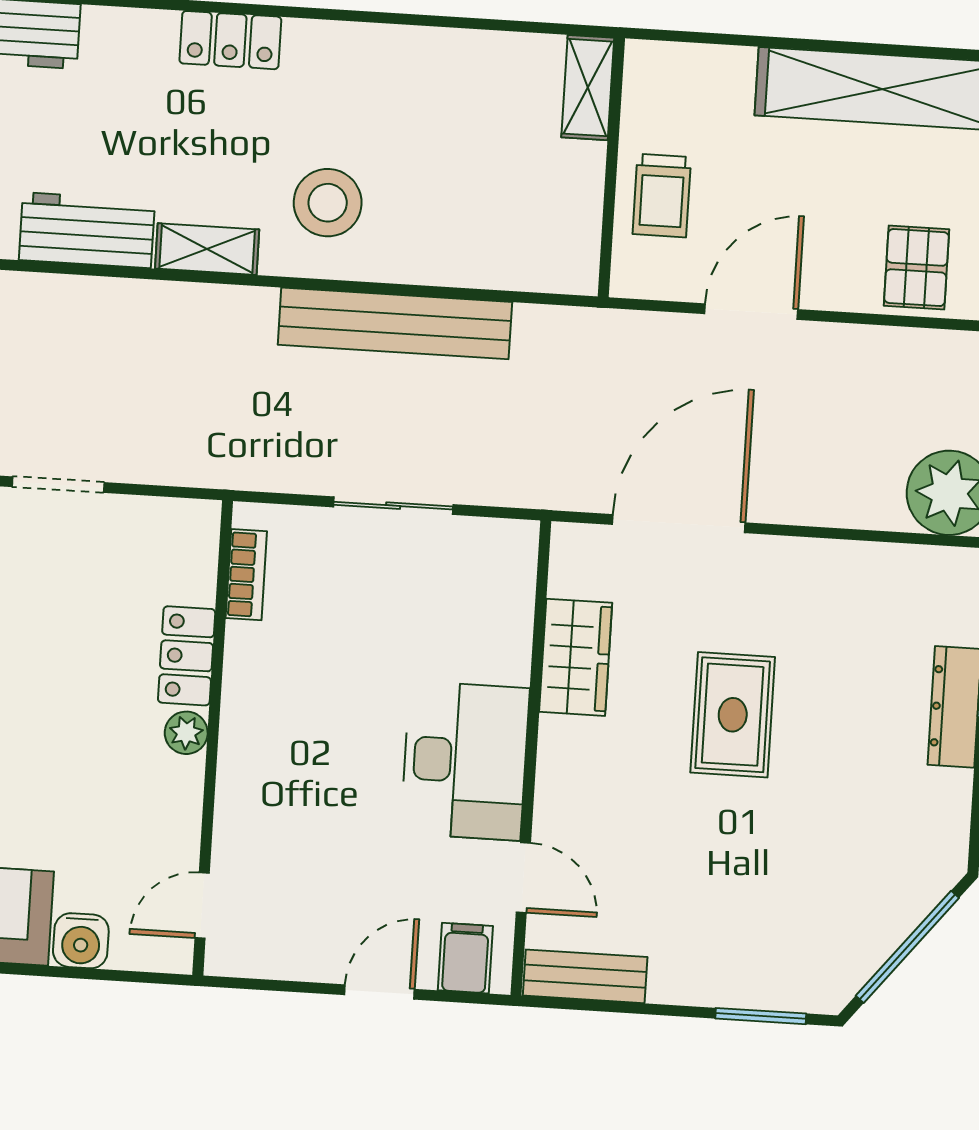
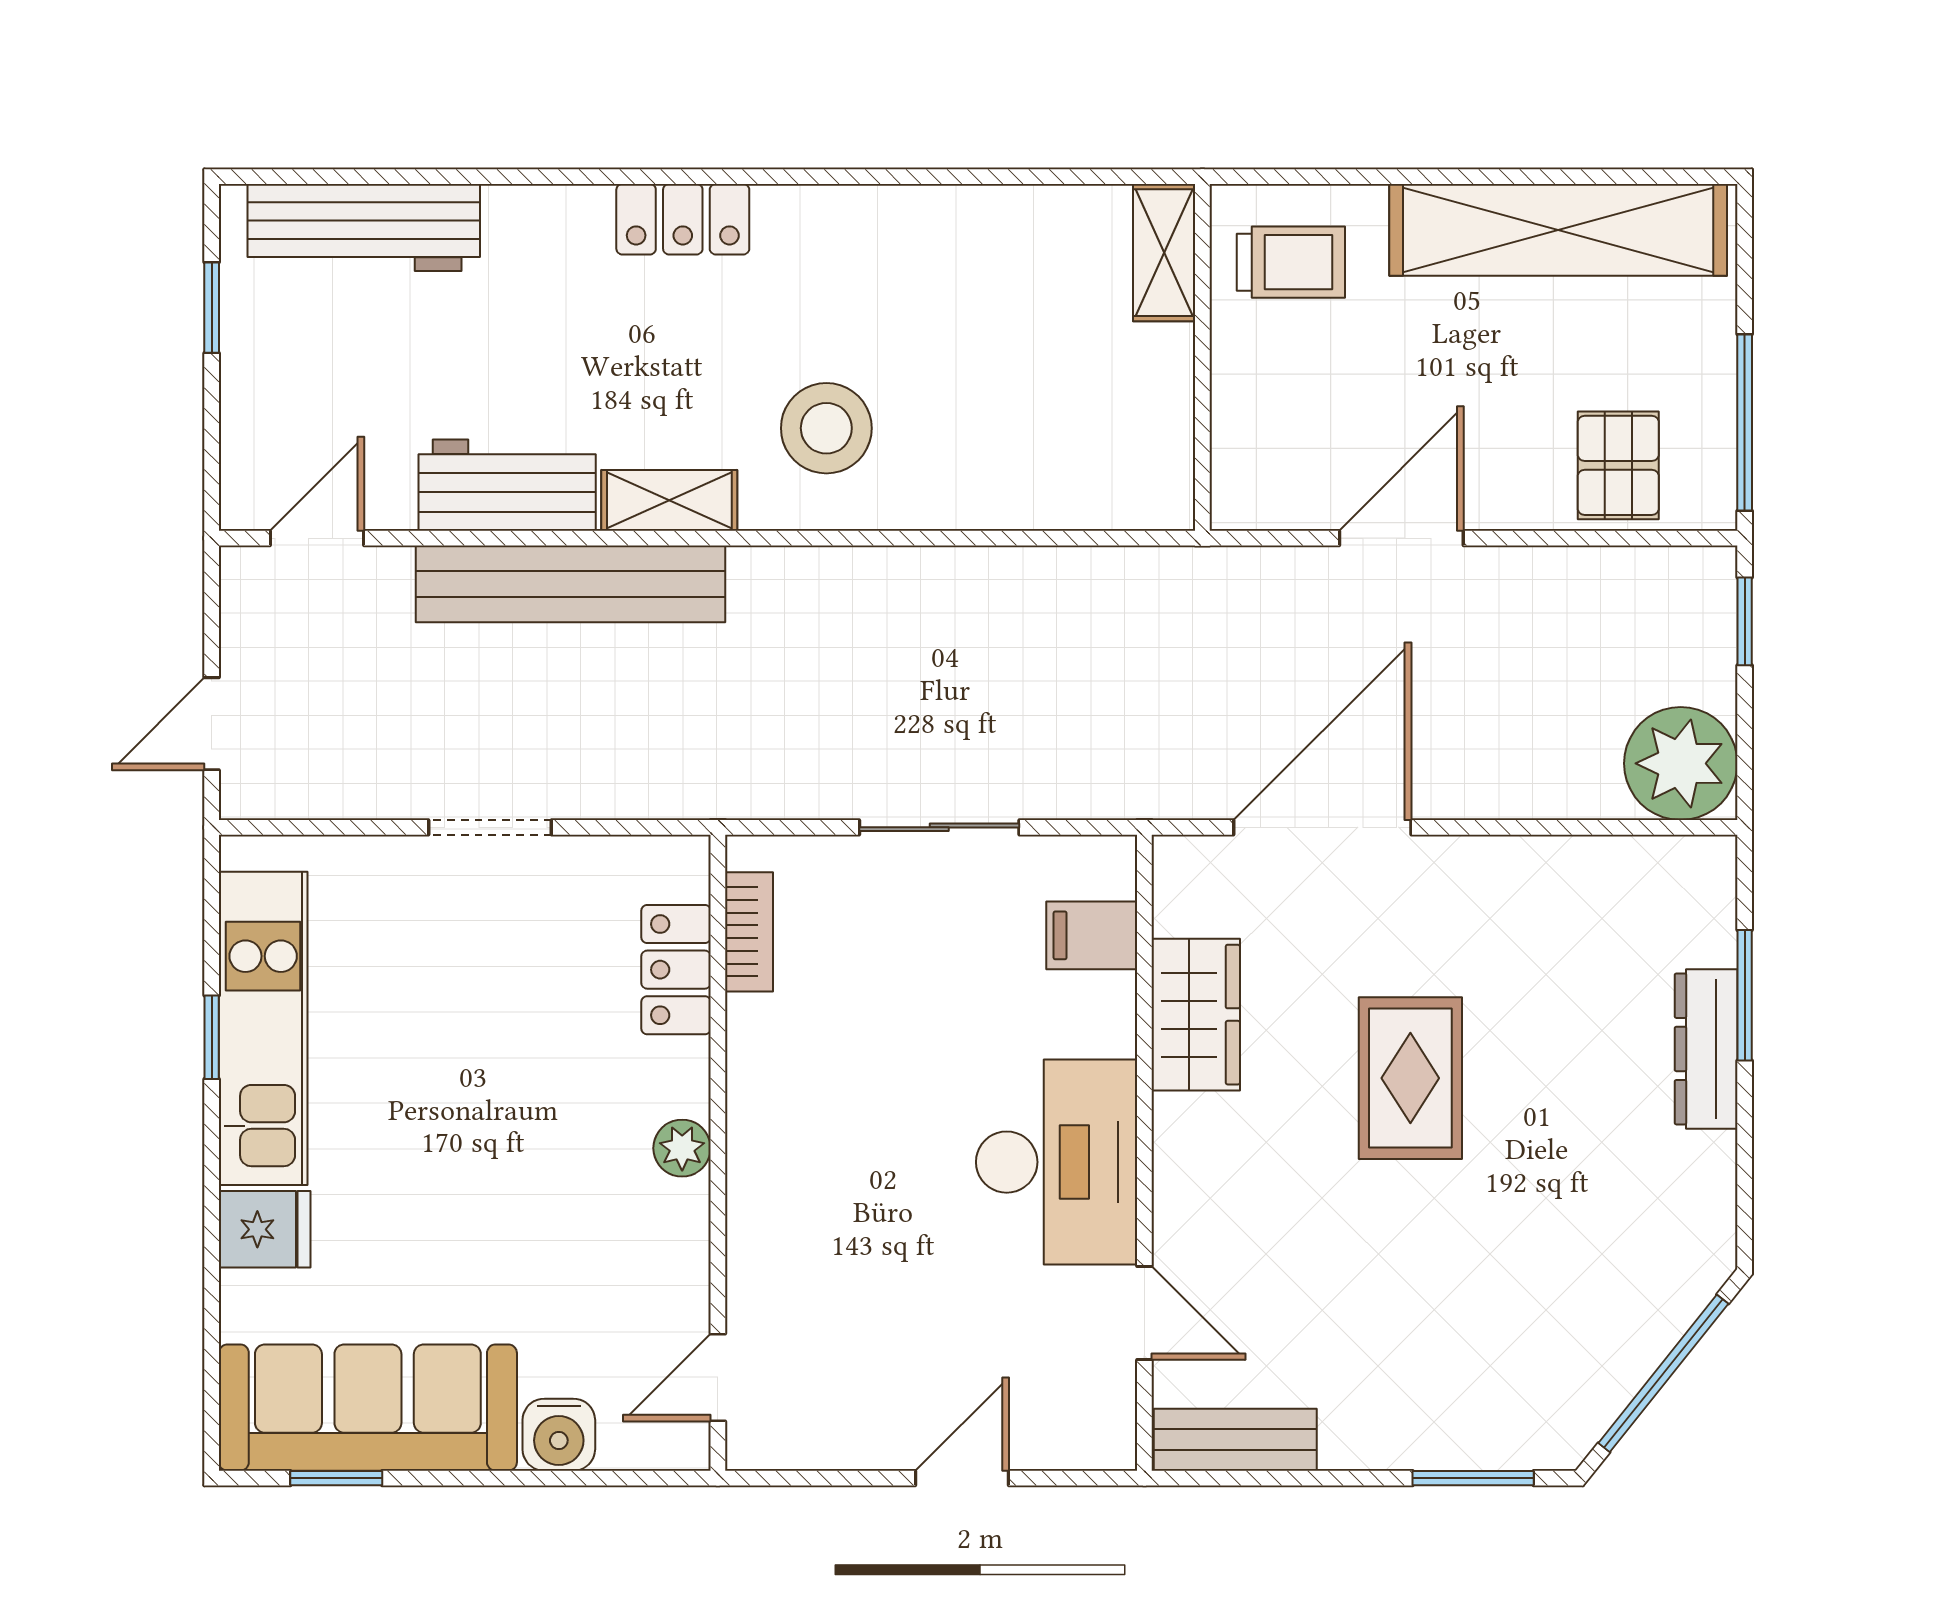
trolley: (662, 196) -> (1291, 262), moved, turned -90
bench: (395, 323) -> (571, 584), moved
locker: (187, 656) -> (676, 970), moved
filing cabinet: (465, 958) -> (1092, 935), moved, turned -90

